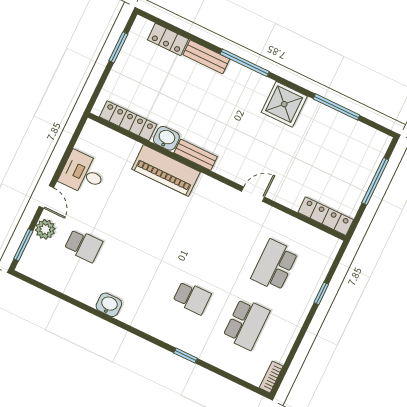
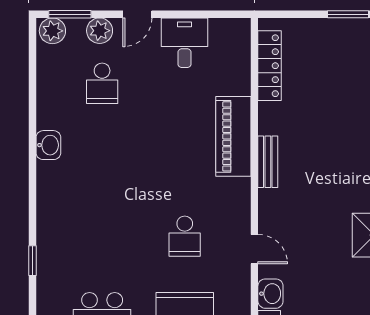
washbasin: (166, 138) -> (270, 294), moved
plant: (29, 263) -> (52, 31), added
school desk: (192, 298) -> (185, 236), moved

